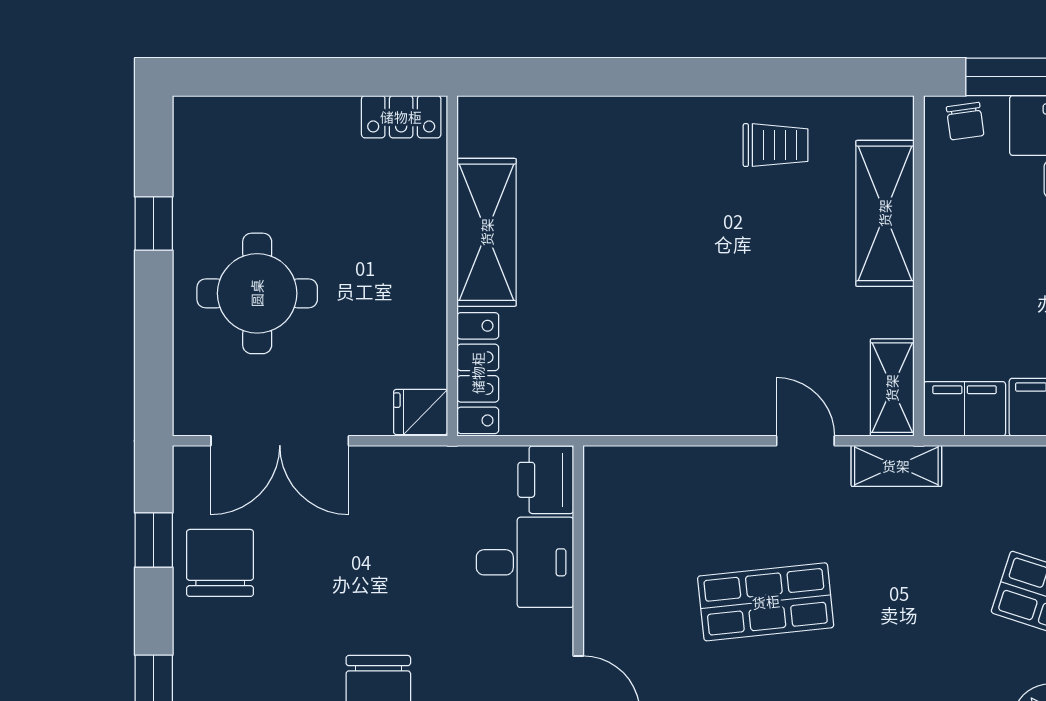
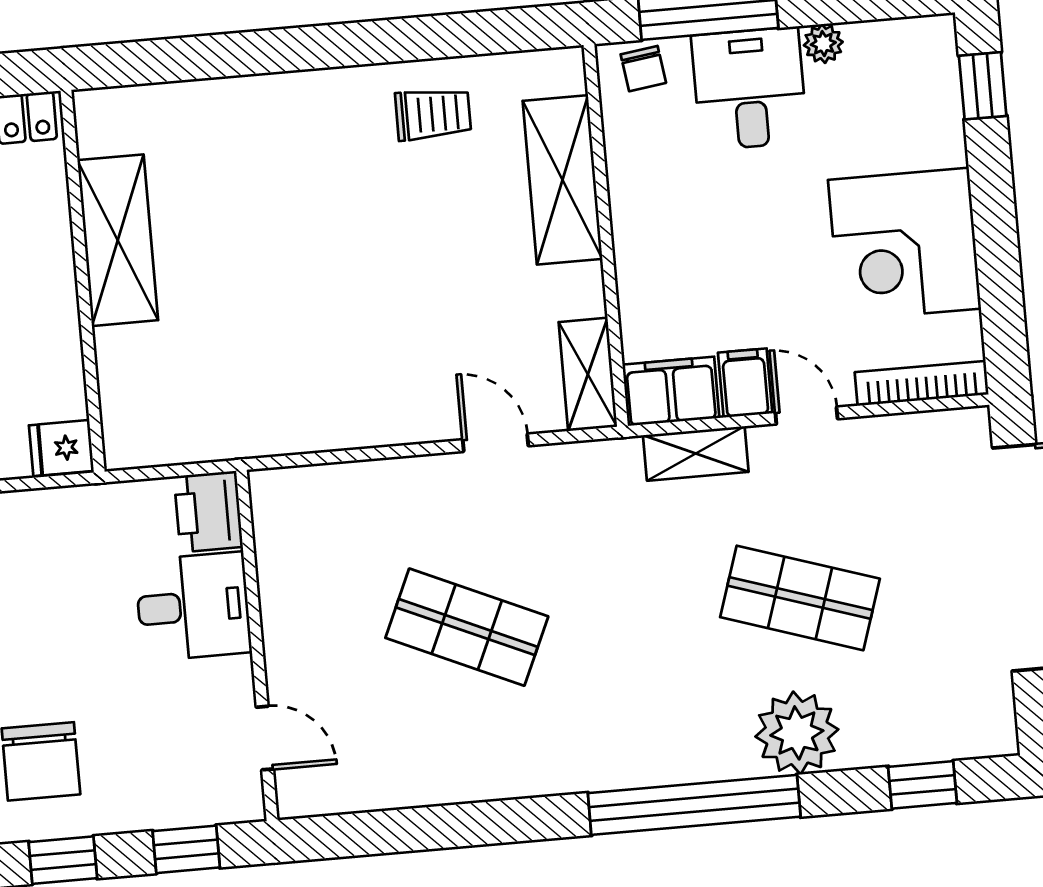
locker: (478, 373) -> (122, 399), removed
shelving: (896, 466) -> (696, 453), moved
shop shelf: (766, 602) -> (467, 627), turned 30

